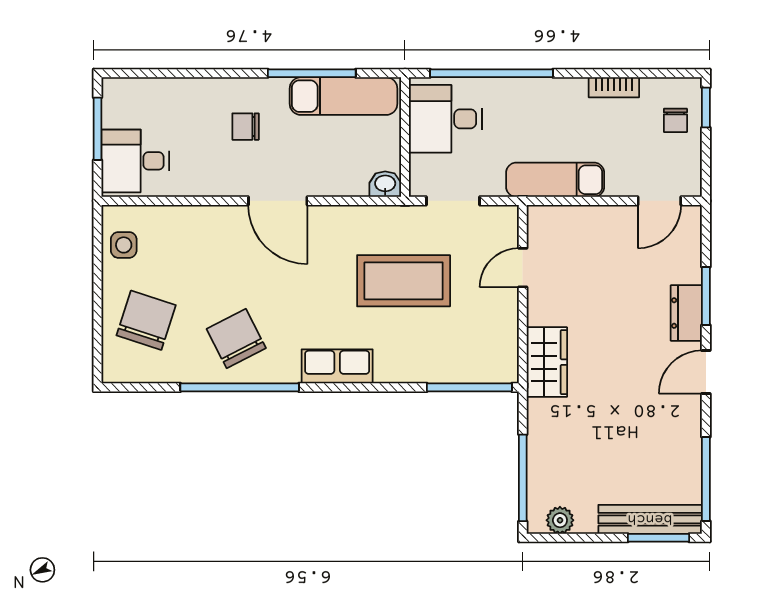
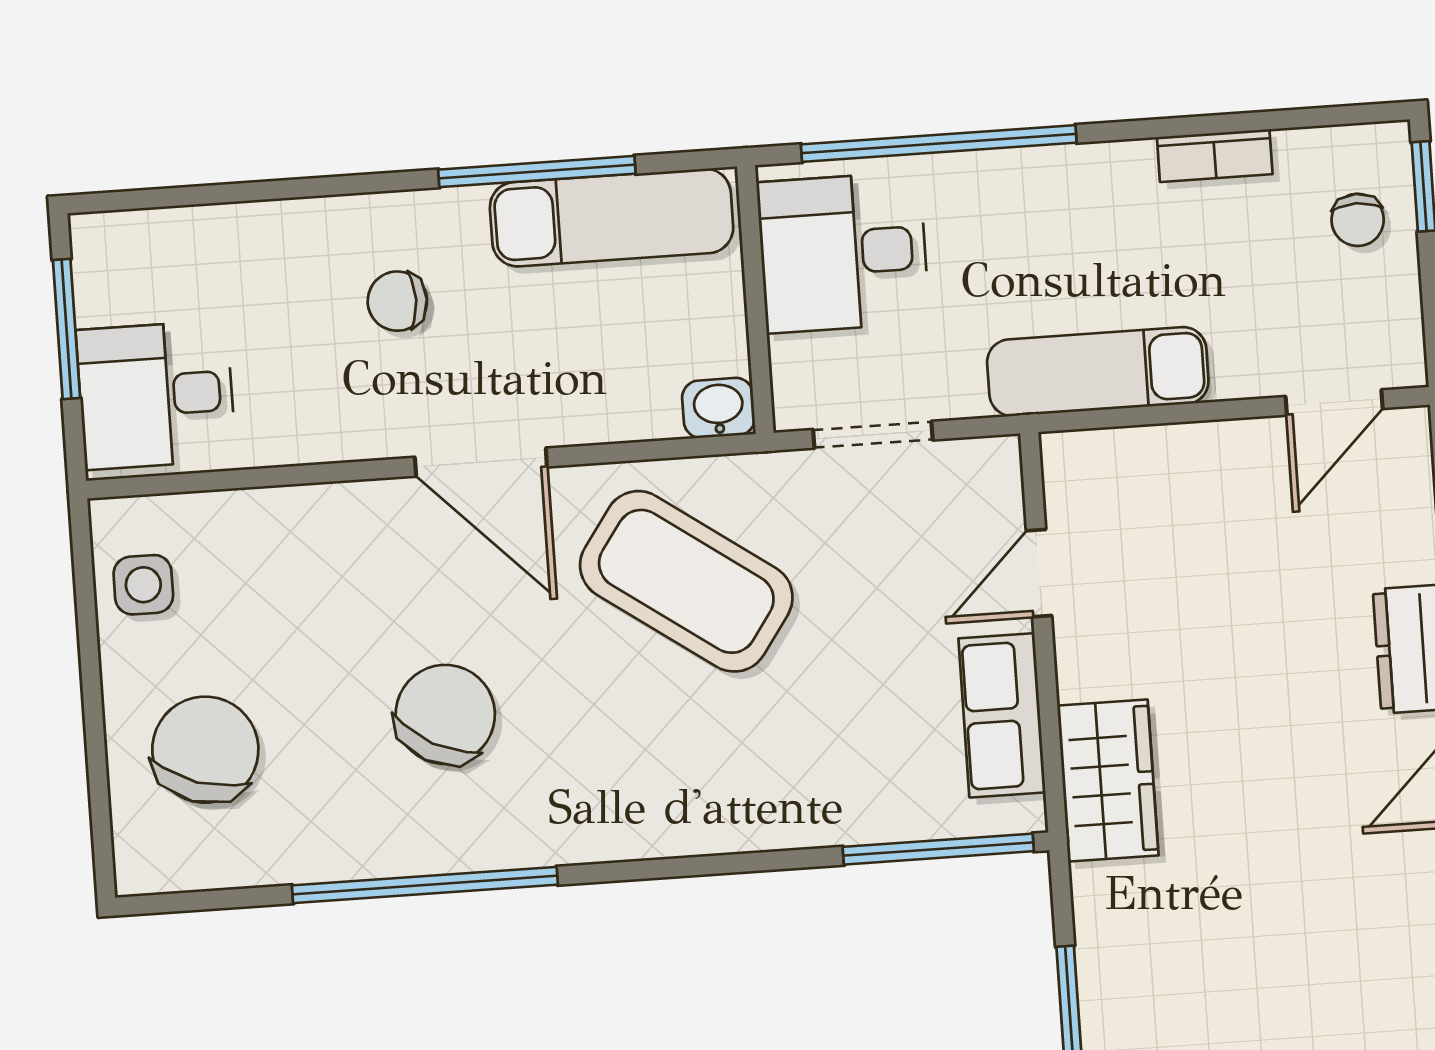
coffee table: (404, 281) -> (686, 581), moved, turned 35
chair: (236, 339) -> (445, 715), moved, turned 55
row of seats: (337, 366) -> (1002, 715), moved, turned -90

